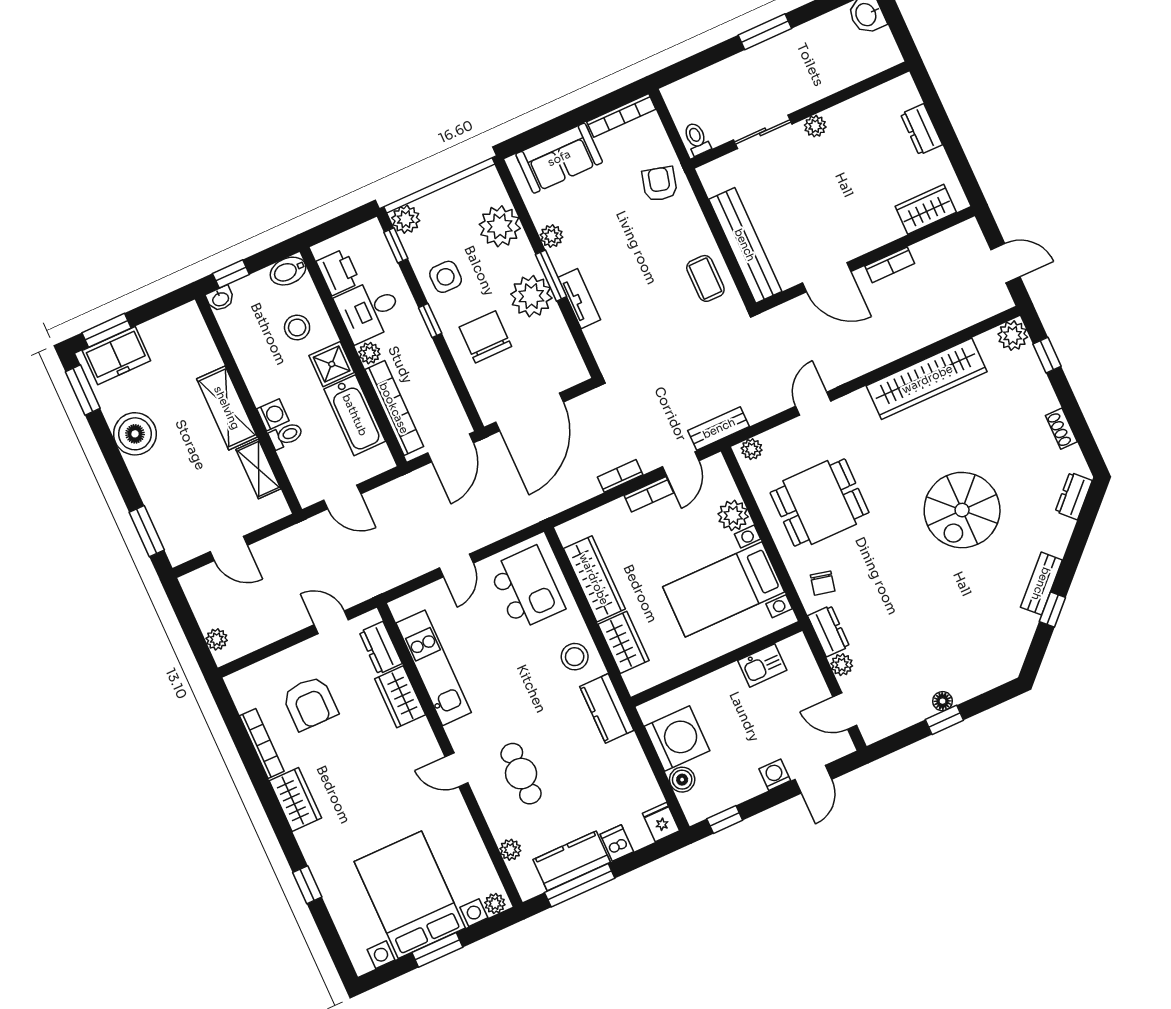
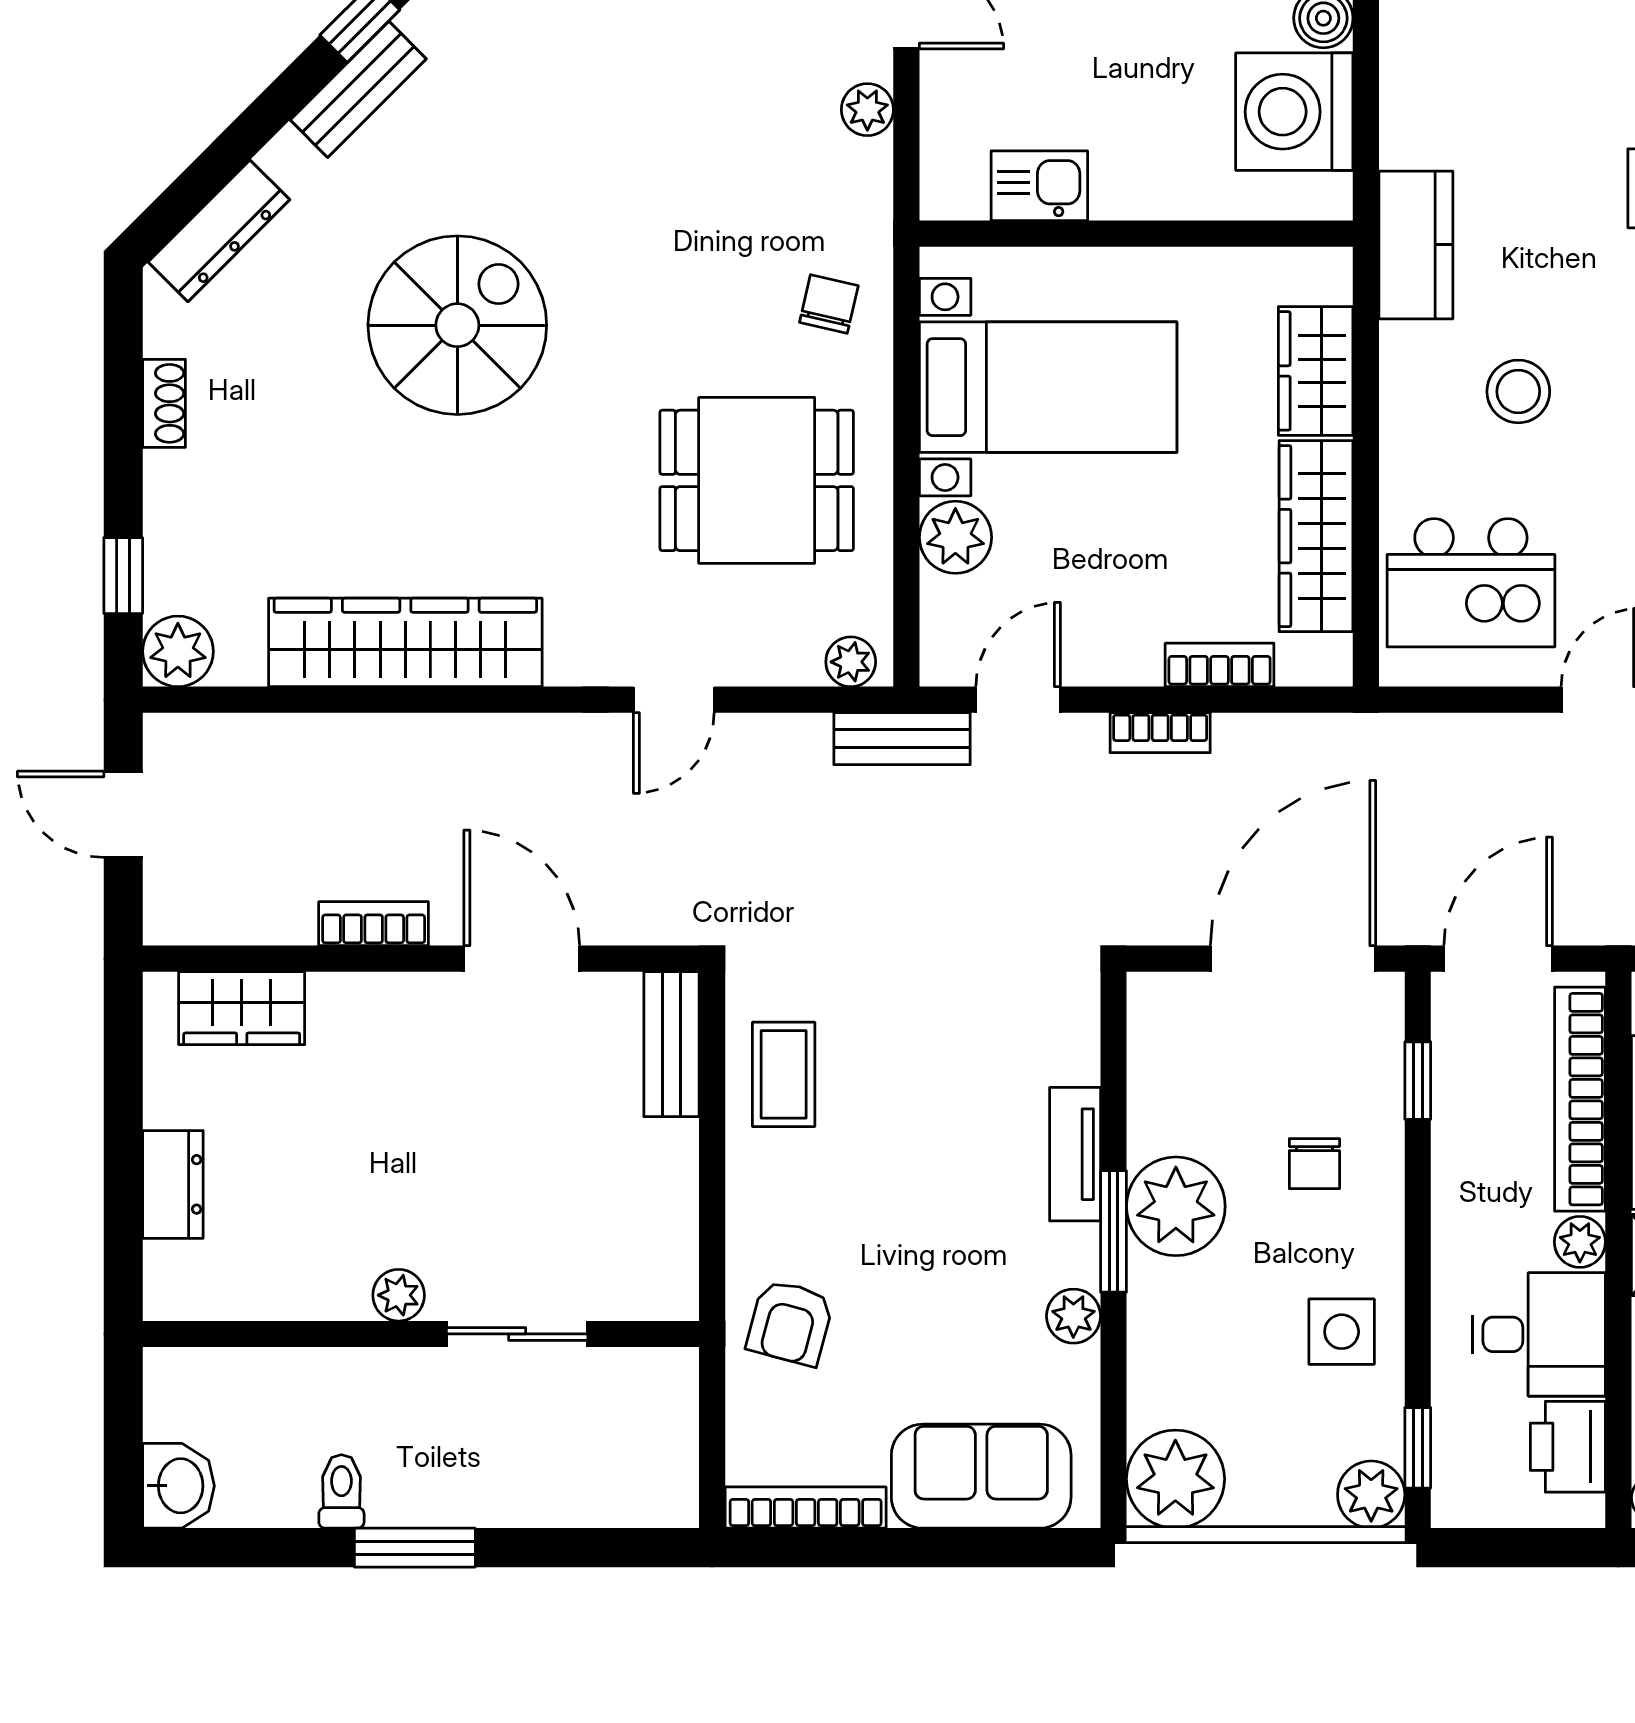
toilet: (697, 139) -> (341, 1491), moved, turned 180
plant: (500, 226) -> (1175, 1479), moved
bench: (745, 245) -> (672, 1044), width x0.54, depth x0.82
window: (430, 321) -> (1418, 1081), moved
chair: (485, 337) -> (1314, 1164), width x0.54, depth x0.54
bookcase: (649, 494) -> (1220, 665), moved
dresser: (1074, 496) -> (219, 231), width x1.44
kitchen island: (527, 588) -> (1471, 583), turned -90
dresser: (829, 631) -> (863, 195), removed
stool: (575, 657) -> (1518, 391), moved

